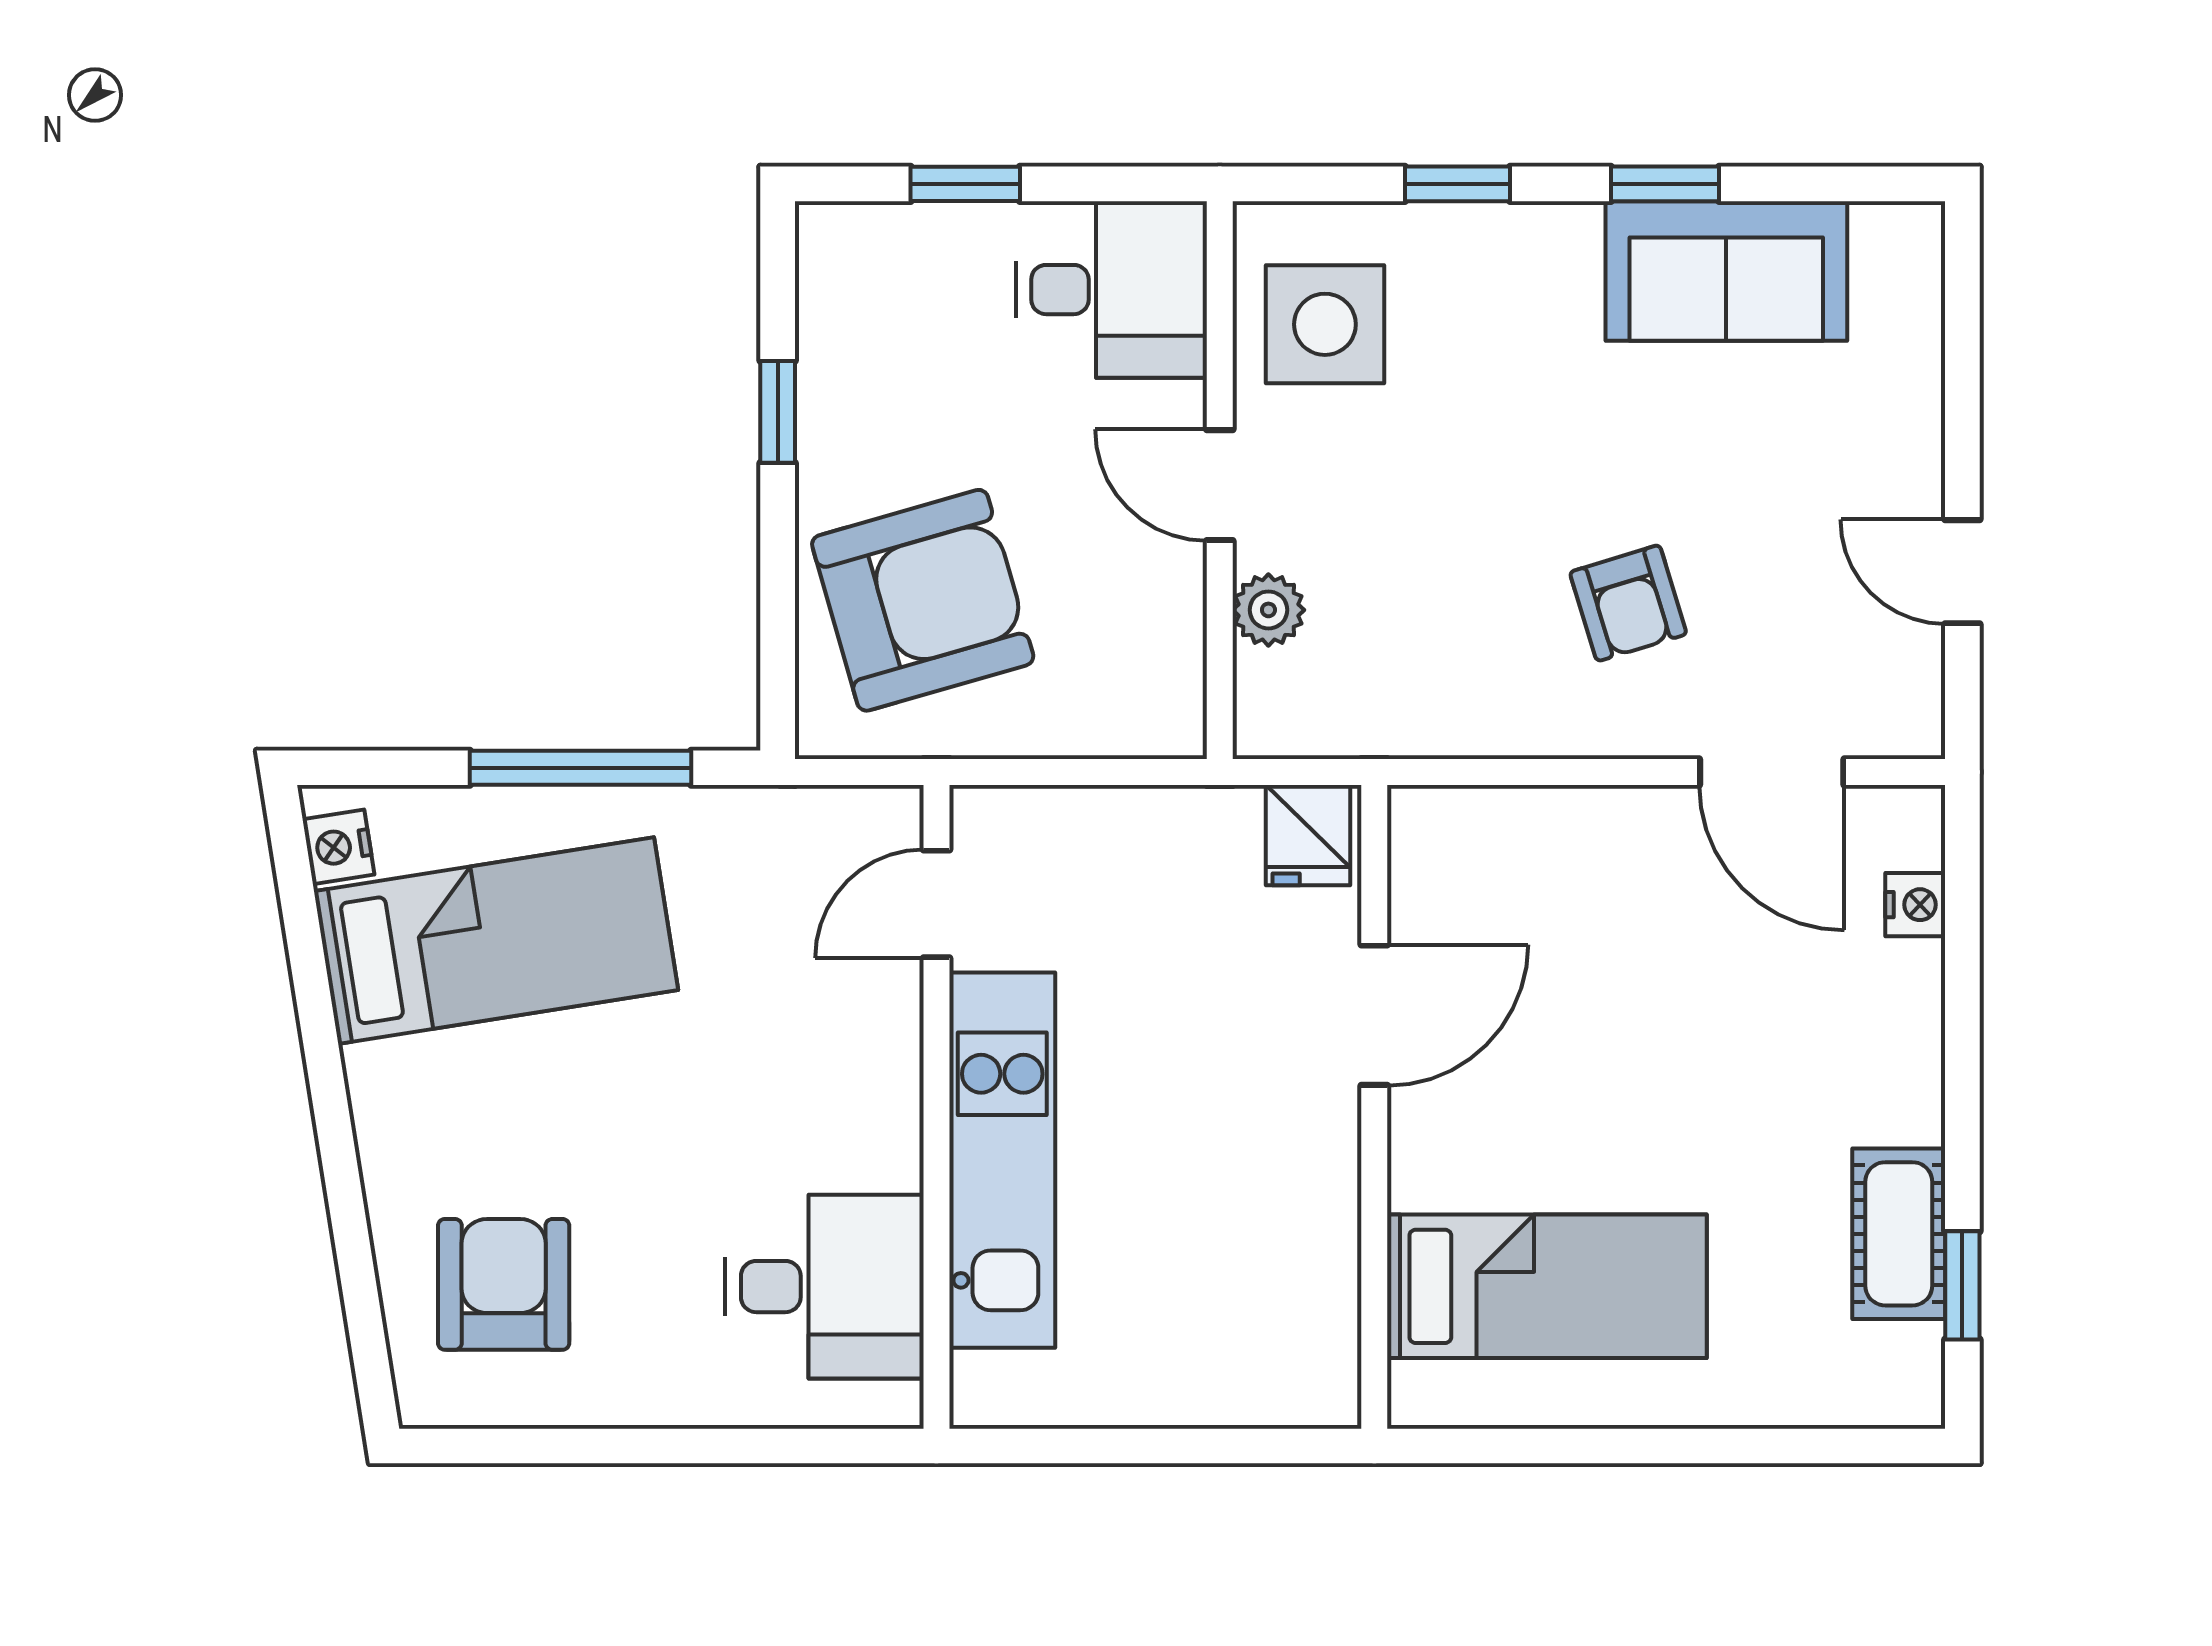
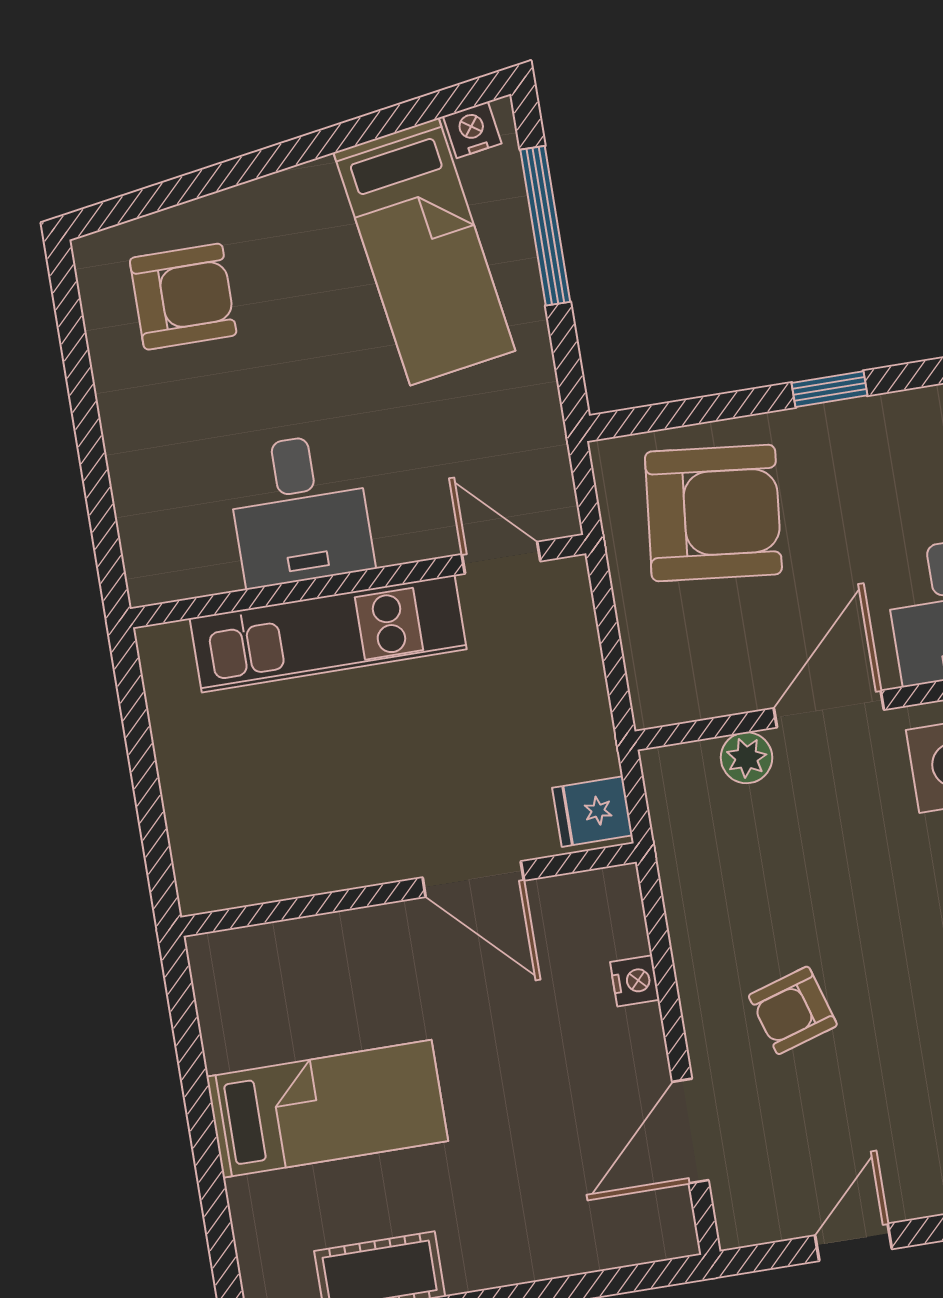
door: (1220, 485) -> (829, 709), width x1.38
armchair: (923, 600) -> (713, 513), turned -68
window: (581, 768) -> (545, 226), moved
nightstand: (1915, 905) -> (635, 981), moved, turned -90
bed: (1547, 1286) -> (327, 1109), moved, turned -90
desk: (824, 1287) -> (300, 510), moved

